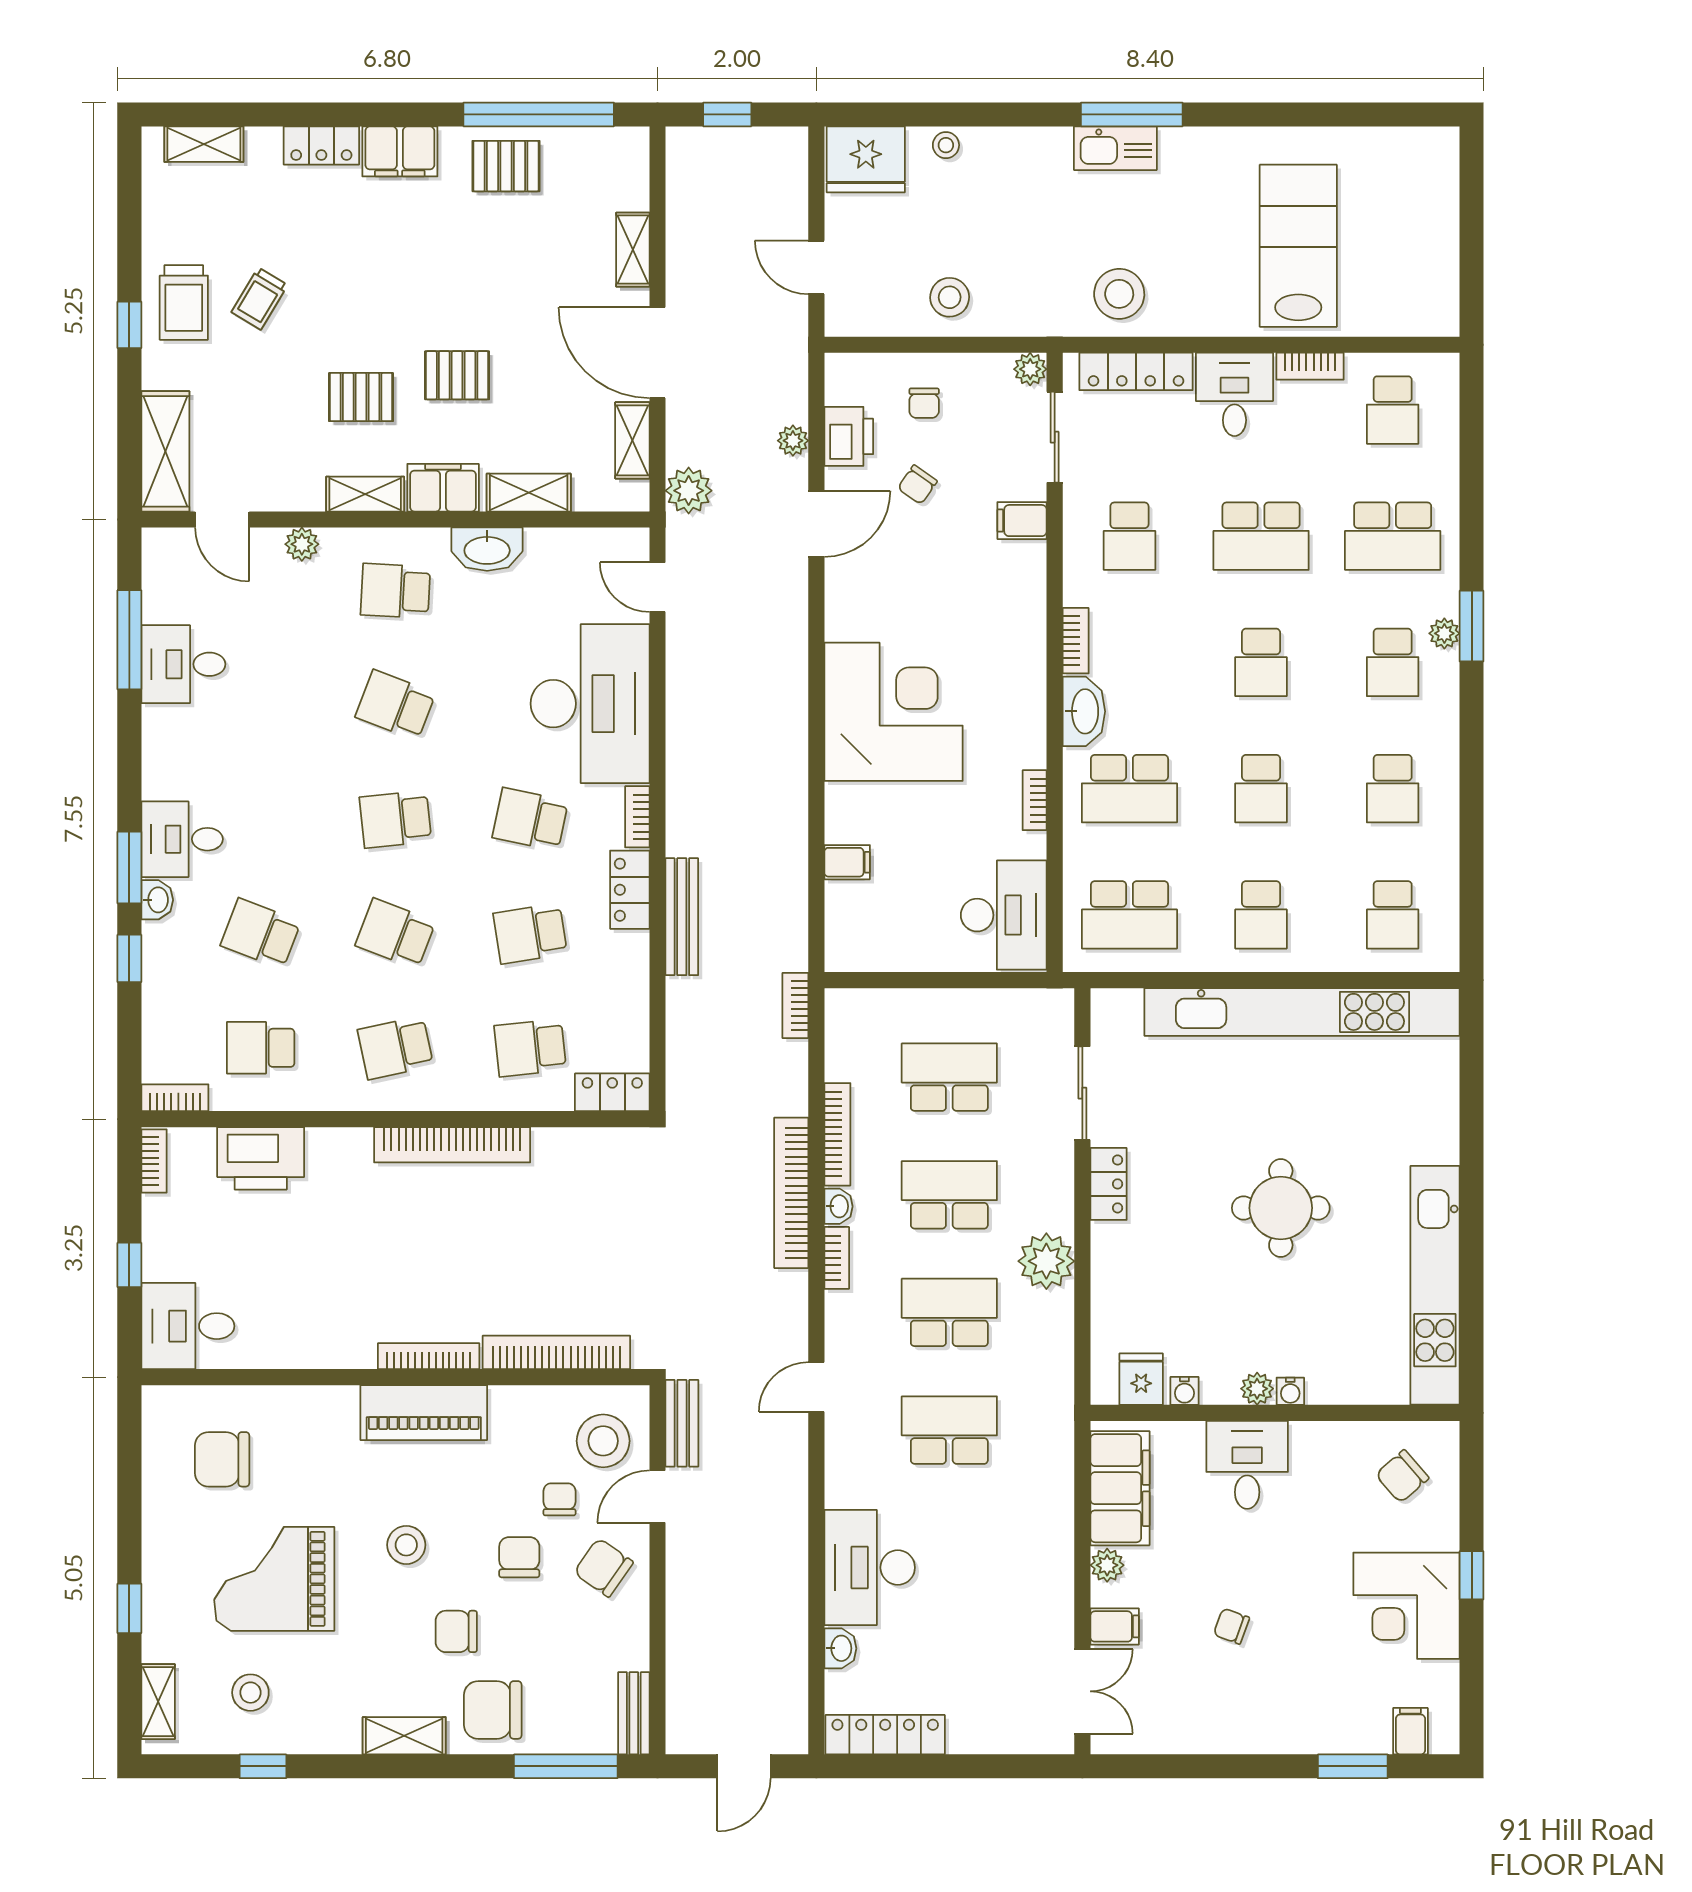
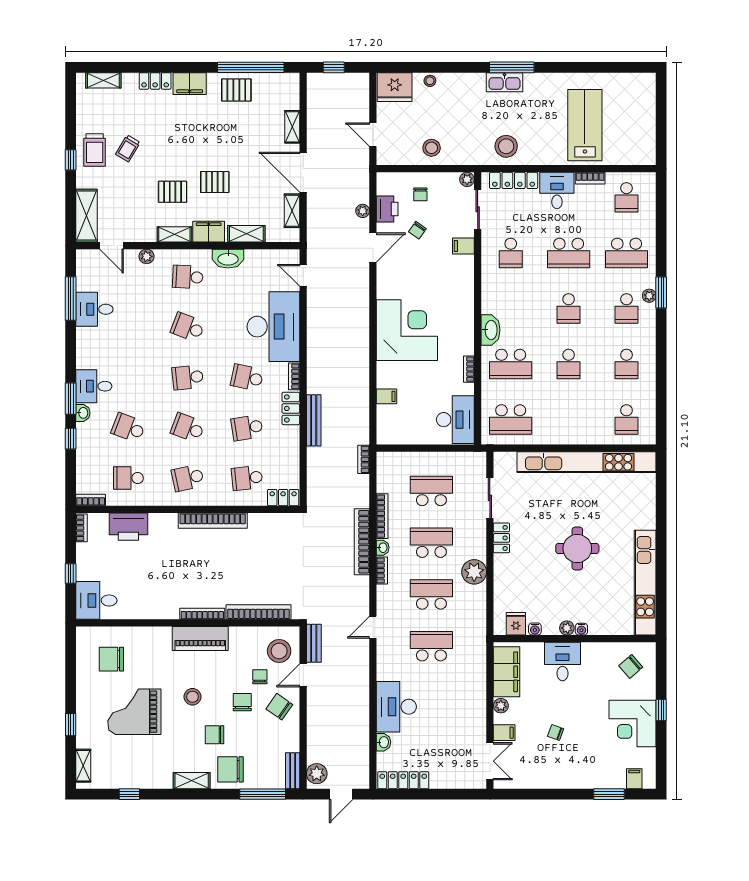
plant: (689, 491) -> (317, 774), moved
bookcase: (1076, 641) -> (487, 299), removed
school desk: (1261, 915) -> (569, 420), removed
stool: (250, 1693) -> (124, 762), removed

